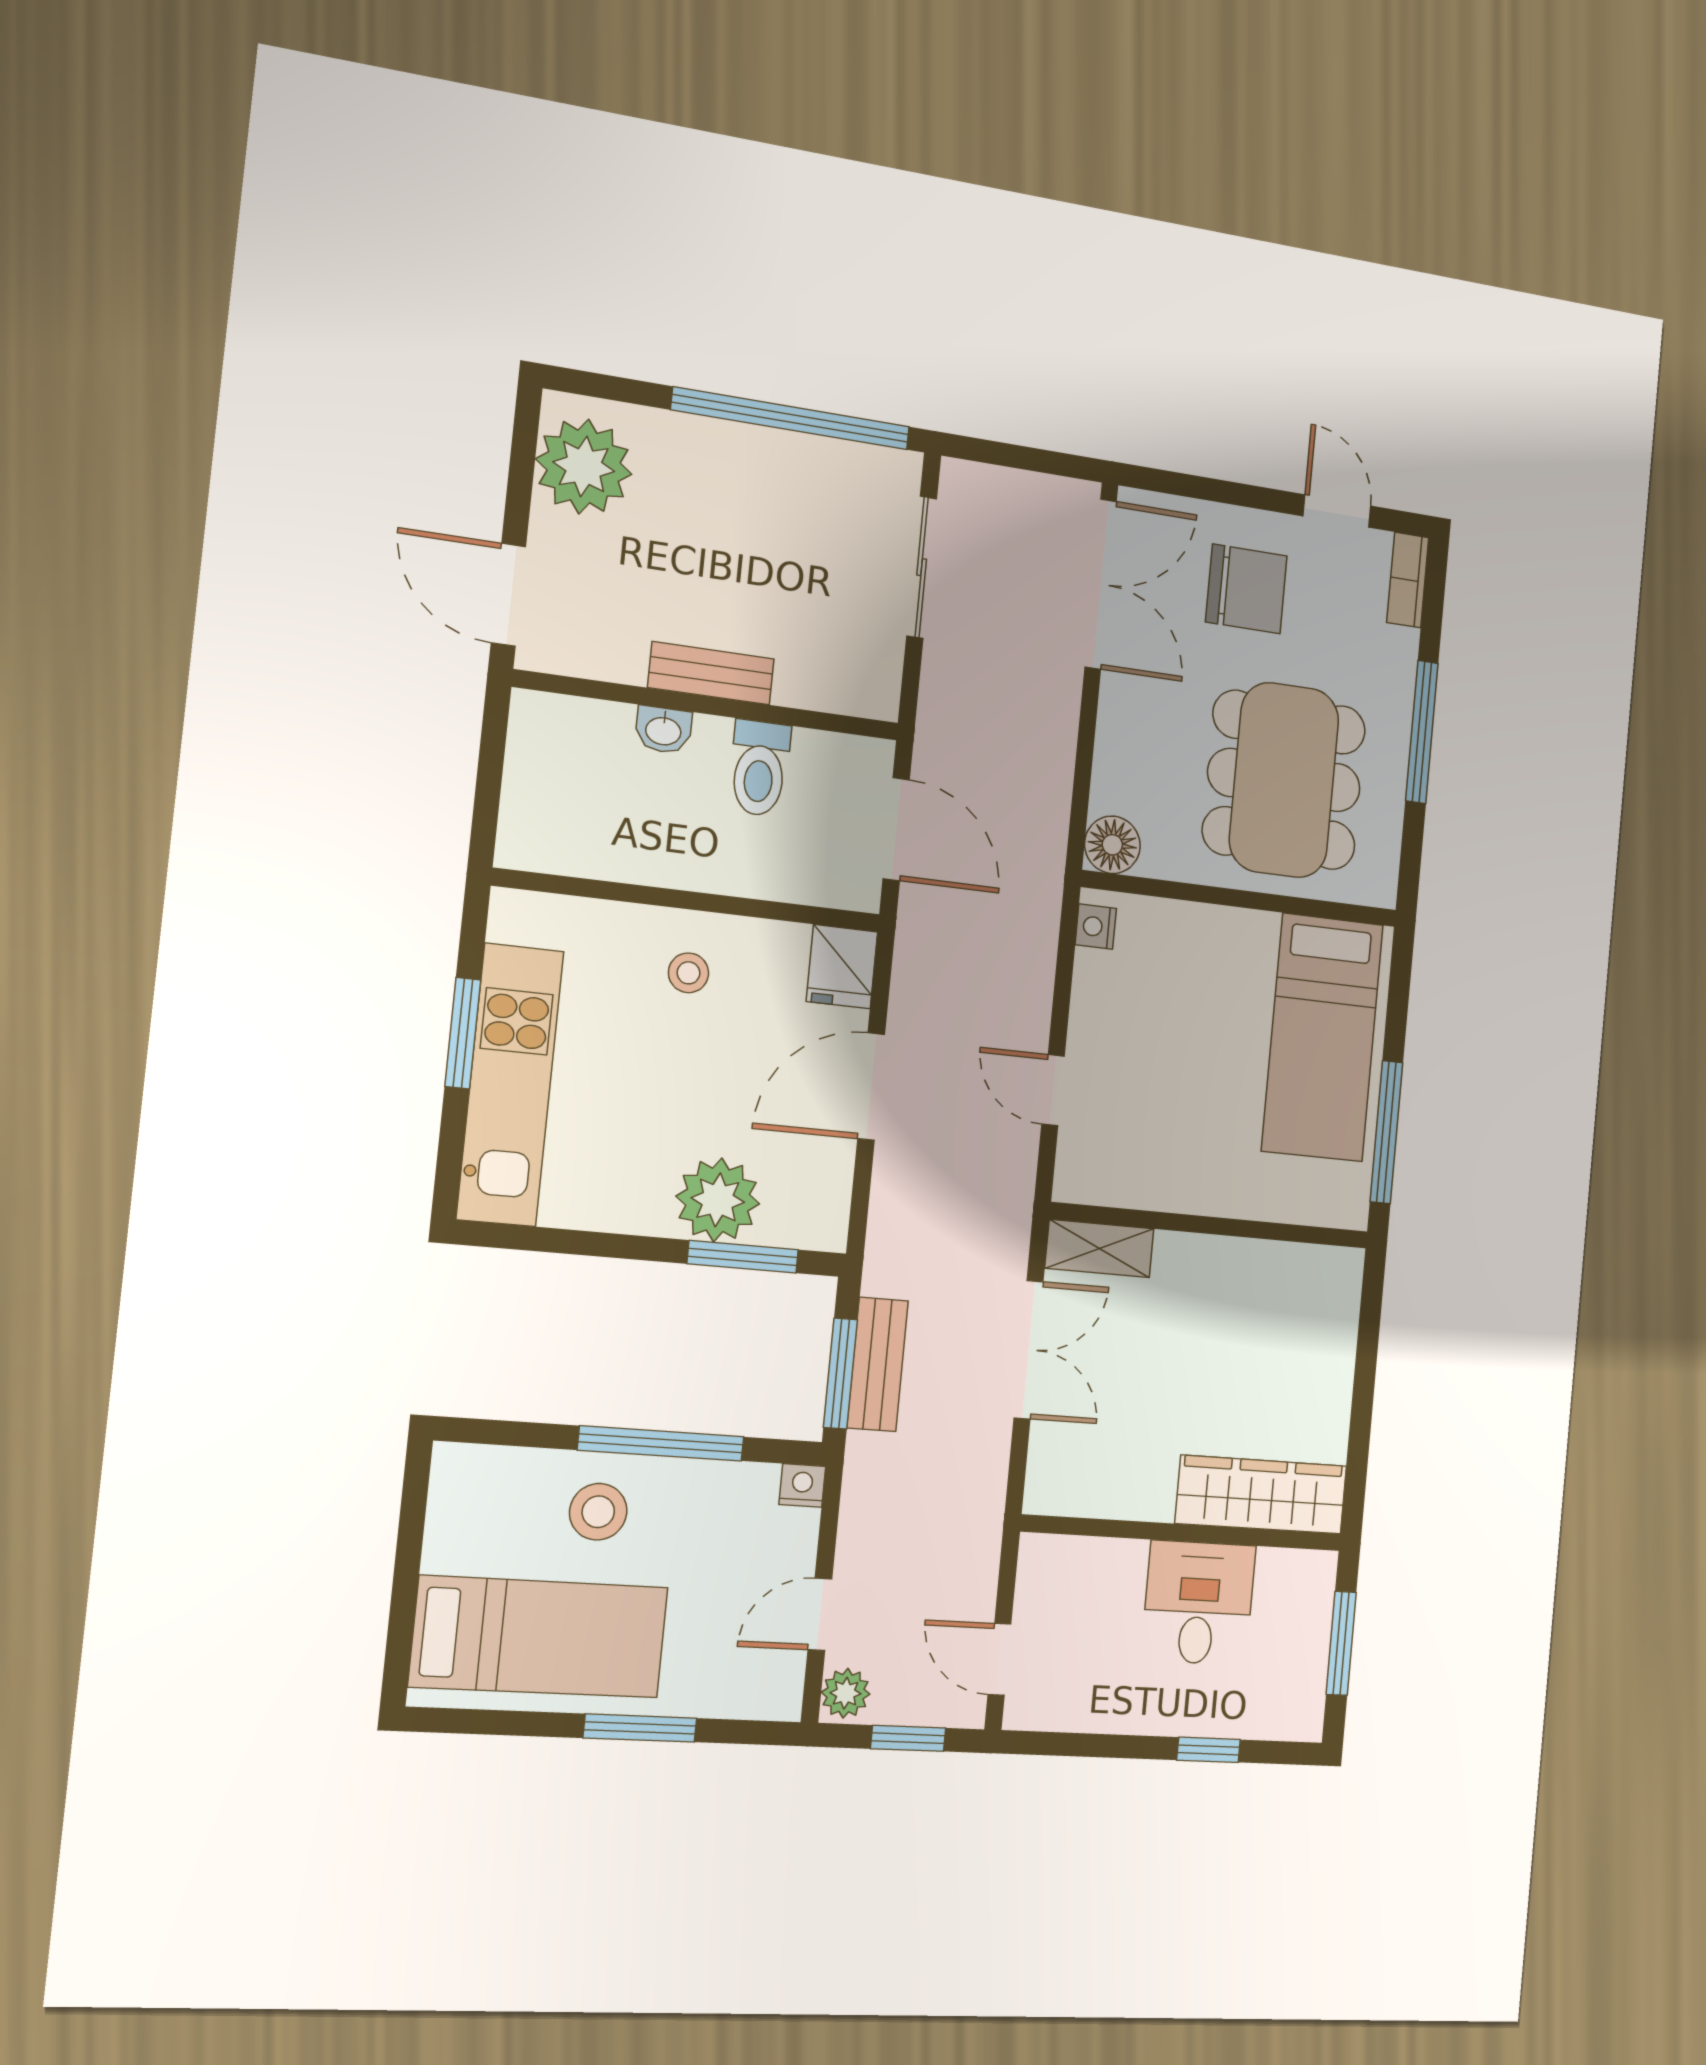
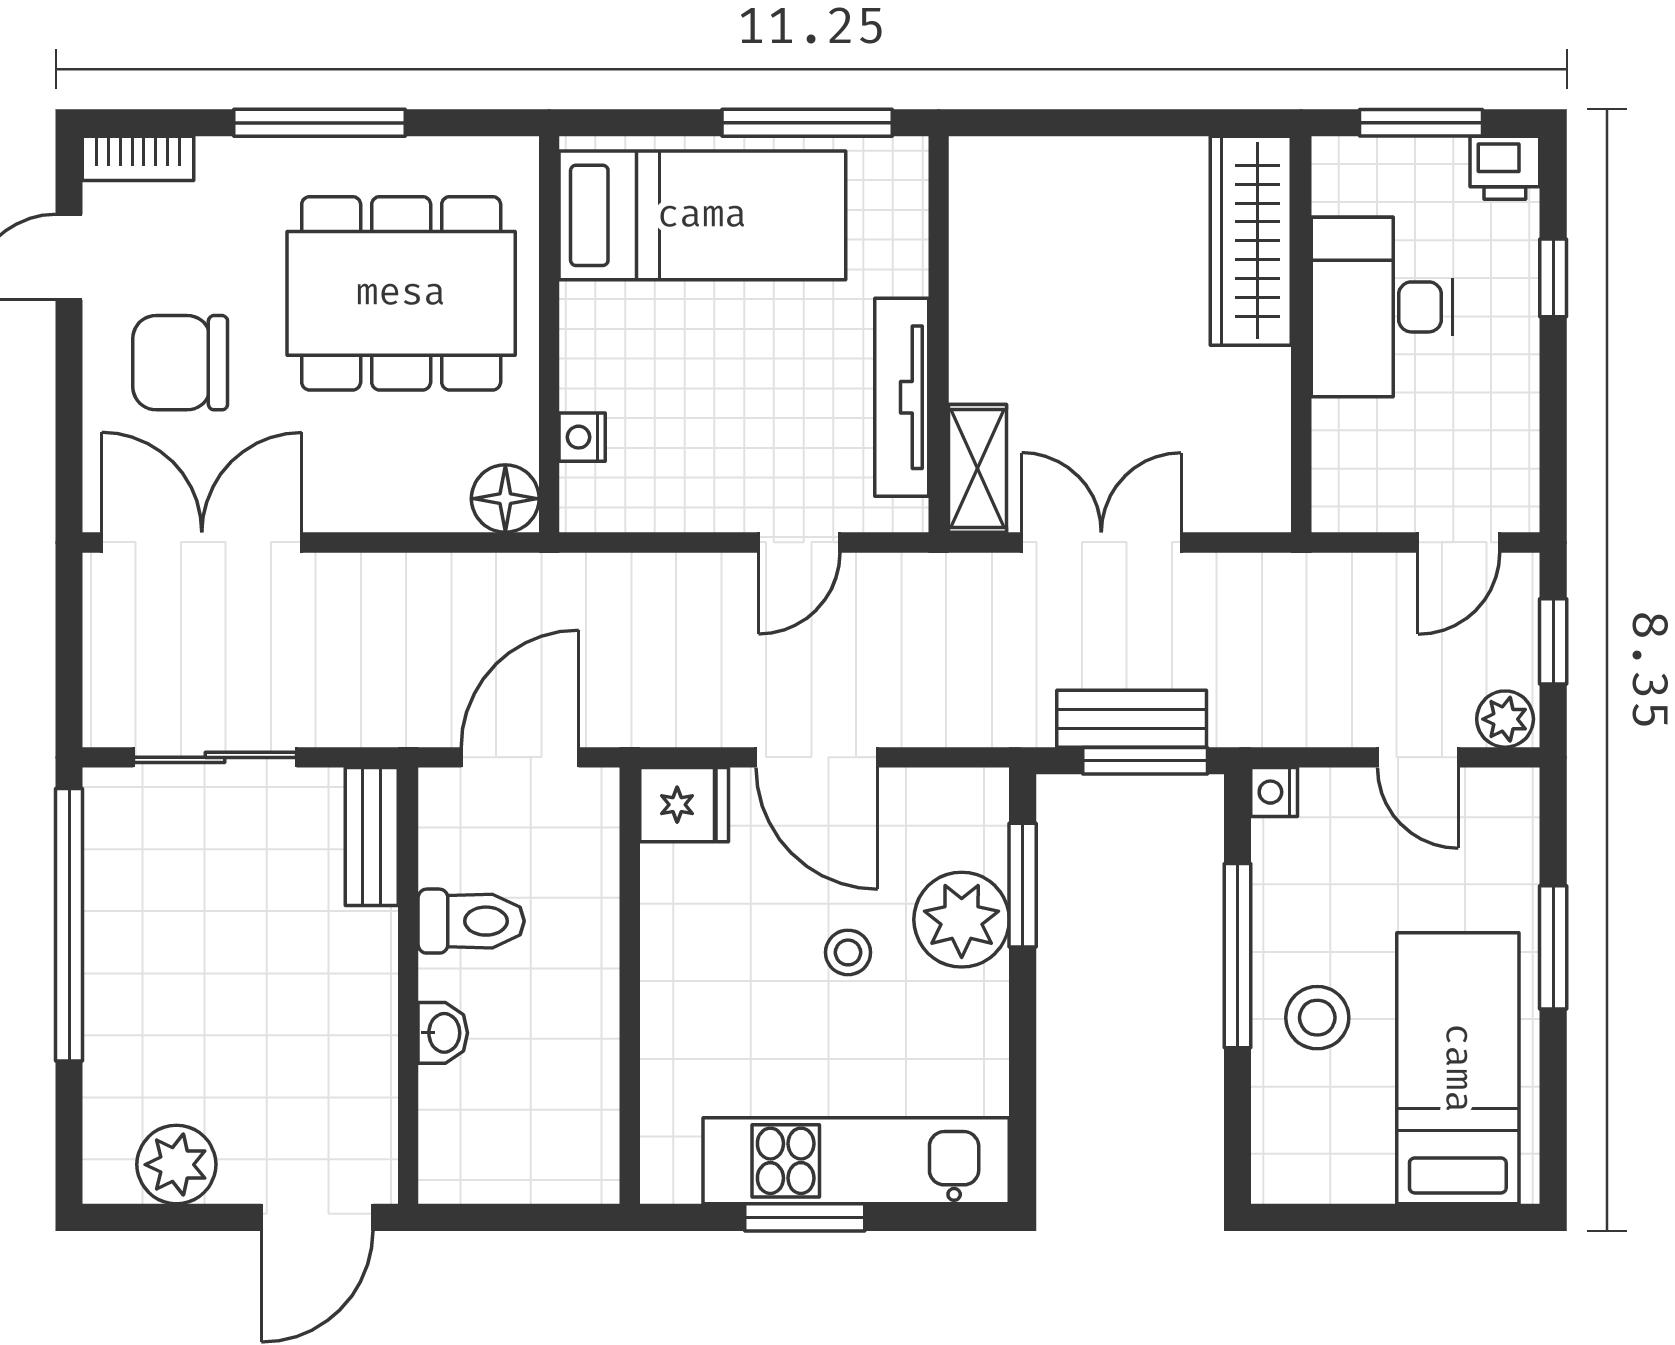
plant: (584, 467) -> (176, 1165), width x0.73, depth x0.73
chair: (1246, 589) -> (180, 363), turned -90
bench: (711, 673) -> (372, 837), moved
nightstand: (1096, 927) -> (582, 437), moved, turned 90
stool: (688, 973) -> (848, 952), moved
tv unit: (1163, 1189) -> (902, 397), added
desk: (1198, 1603) -> (1382, 307), width x1.37
printer: (1300, 1712) -> (1505, 168), added

